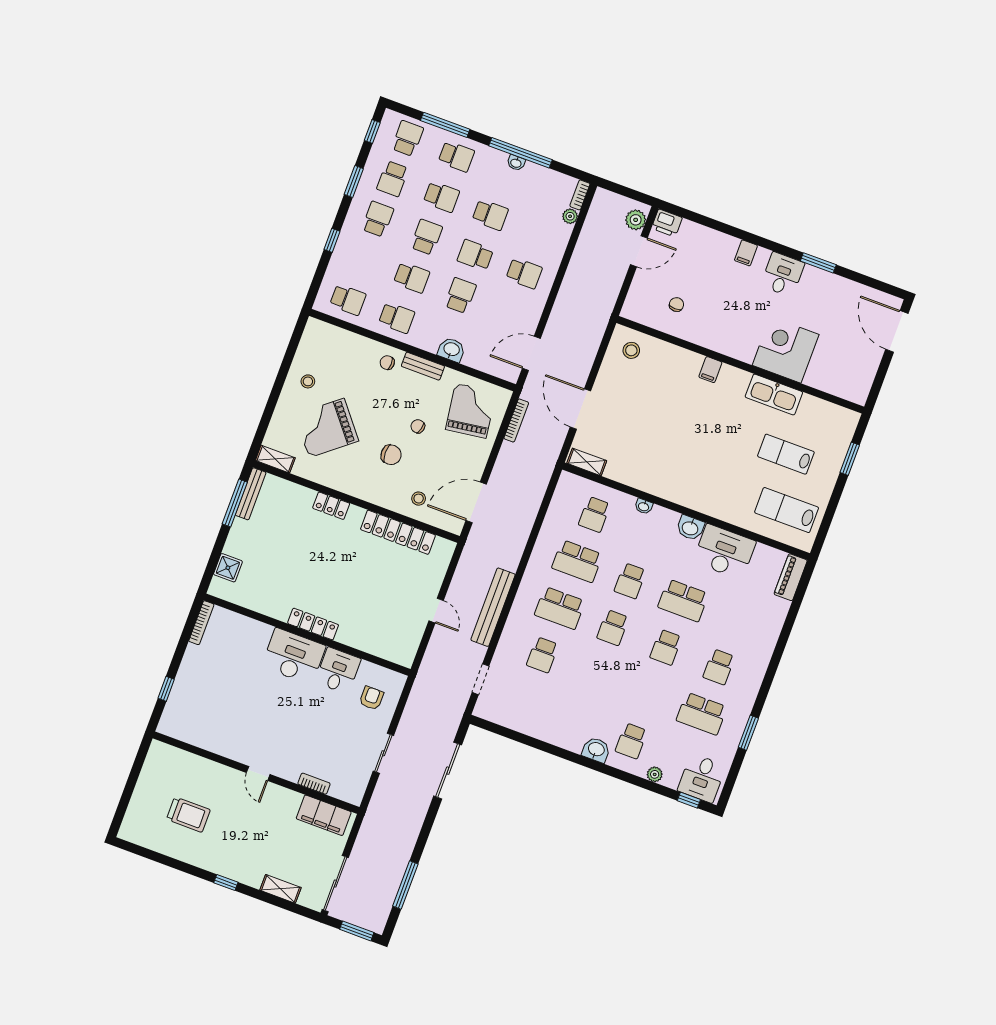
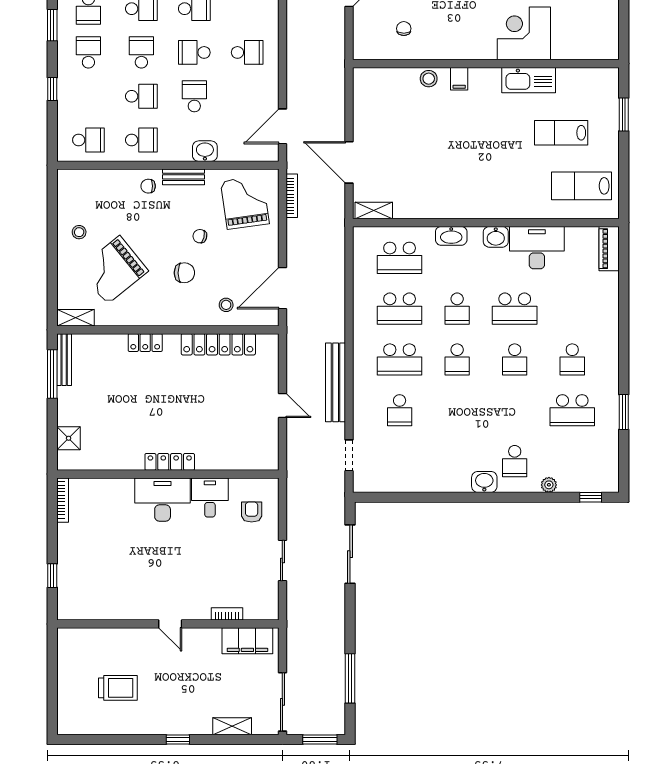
stool: (631, 350) -> (429, 79), moved
washbasin: (644, 506) -> (451, 236), width x1.91, depth x1.45
school desk: (594, 514) -> (400, 258), width x1.85
desk: (702, 778) -> (595, 472), removed

